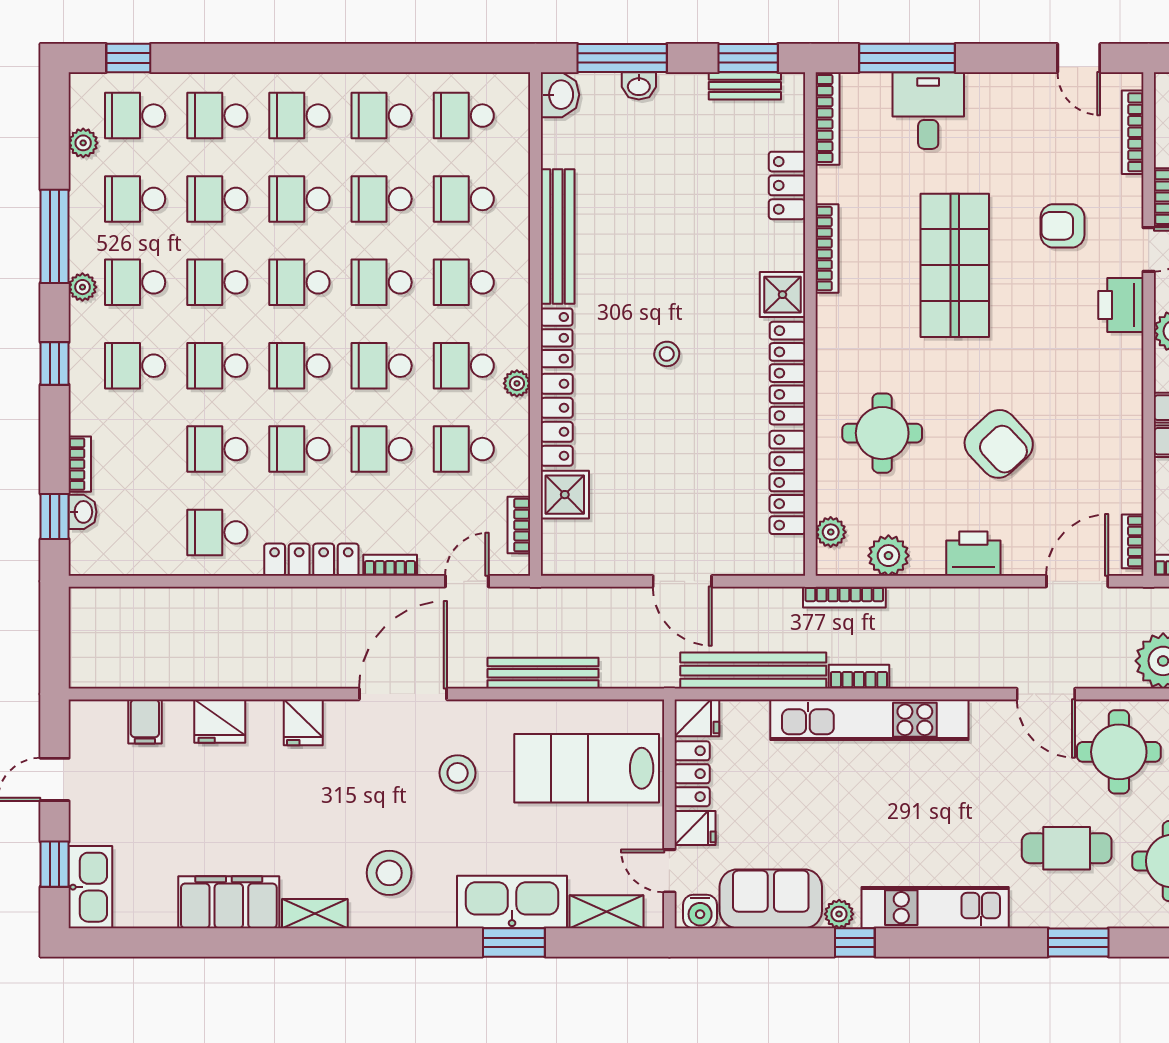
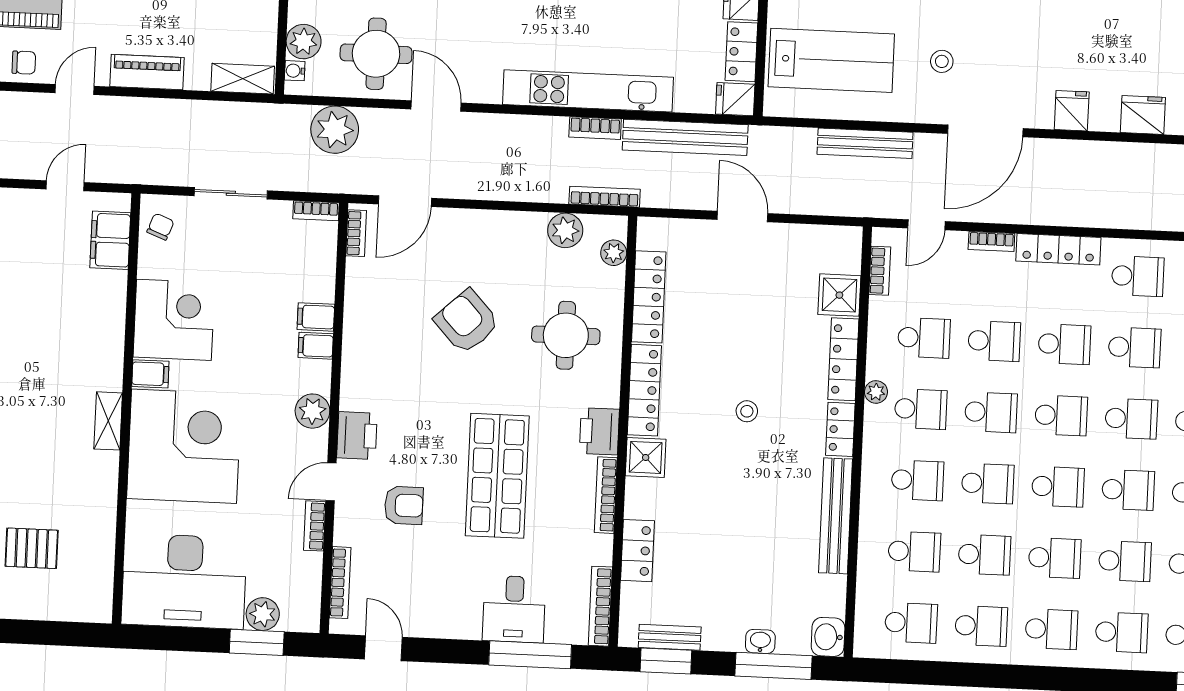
printer: (973, 554) -> (599, 431), moved, turned 90
stool: (458, 773) -> (942, 61), width x0.73, depth x0.73

